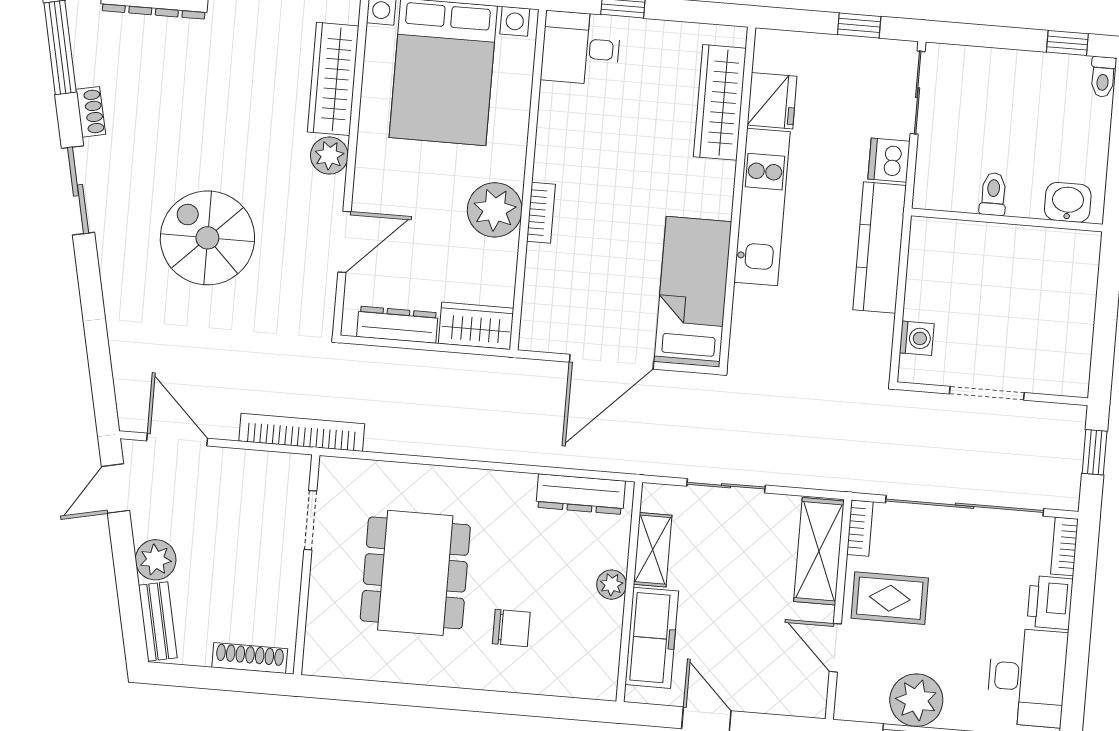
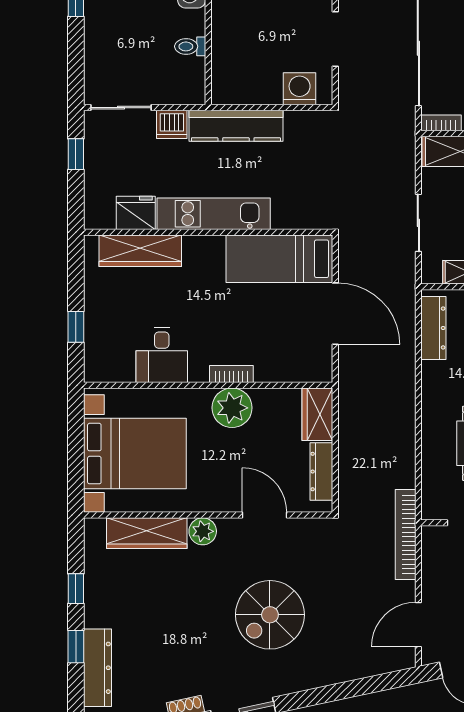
desk: (581, 48) -> (162, 355), moved
washing machine: (917, 338) -> (300, 89), width x1.38, depth x1.38

